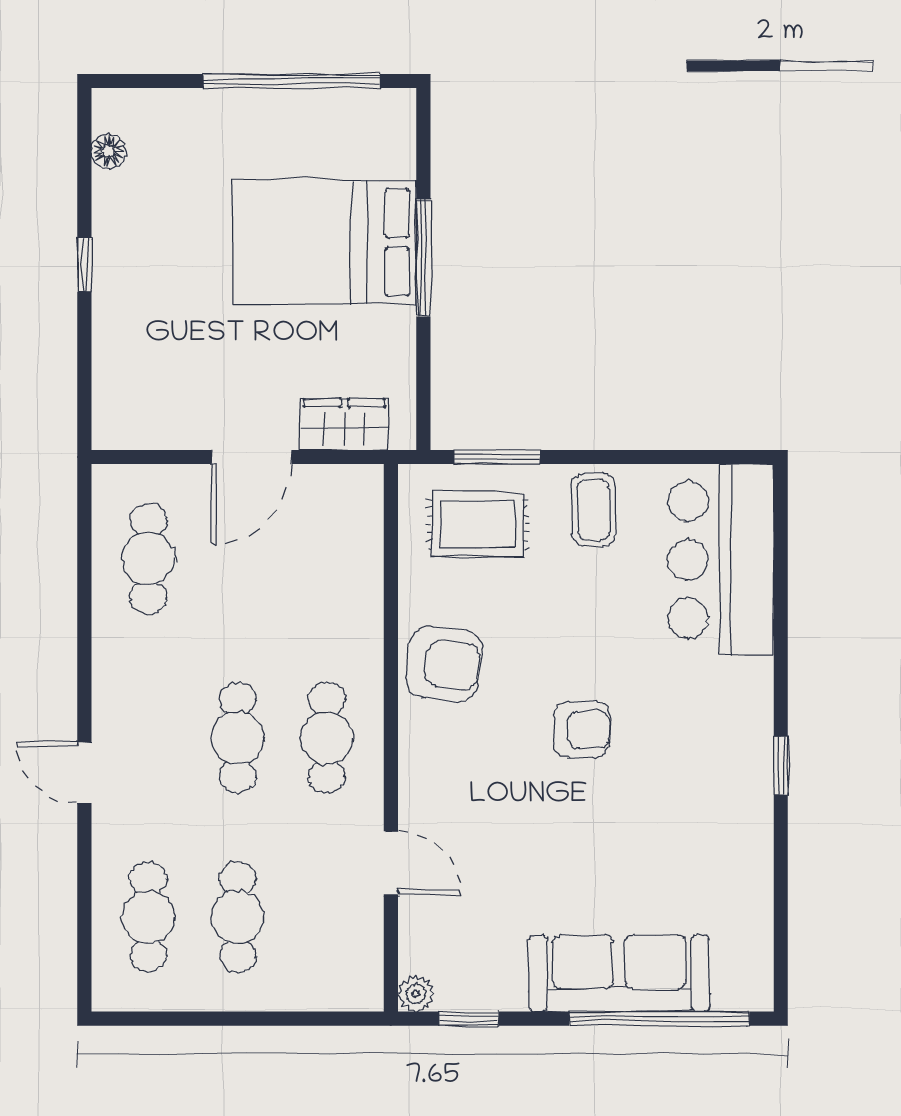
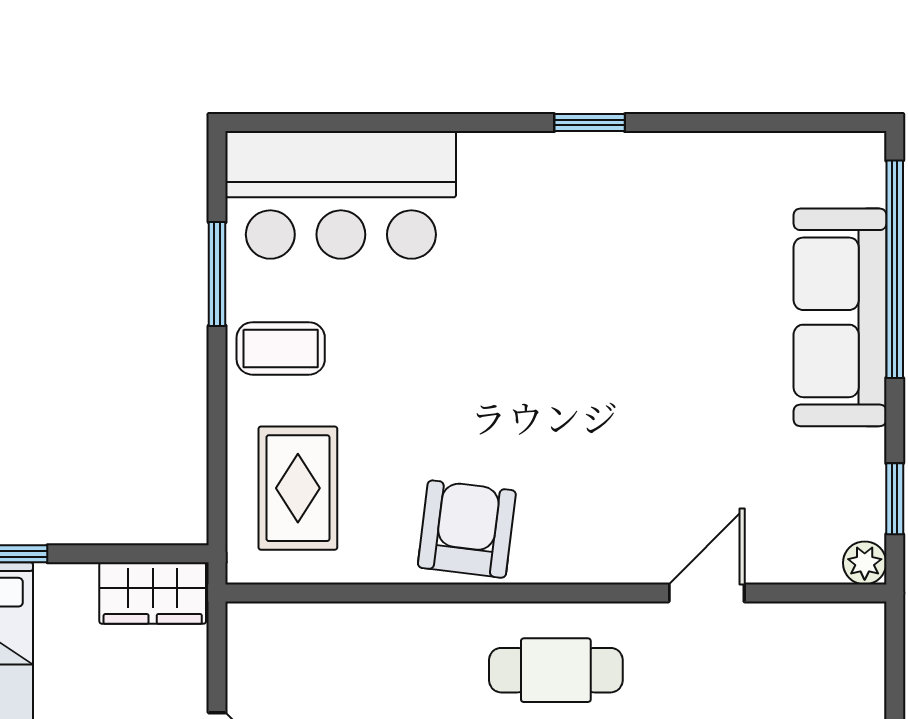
wardrobe: (344, 424) -> (153, 593), moved, turned -90
window: (497, 457) -> (217, 274), moved
armchair: (582, 729) -> (546, 363), removed

